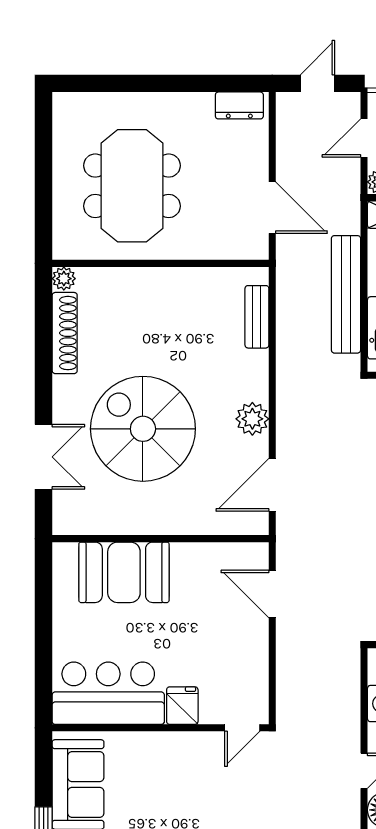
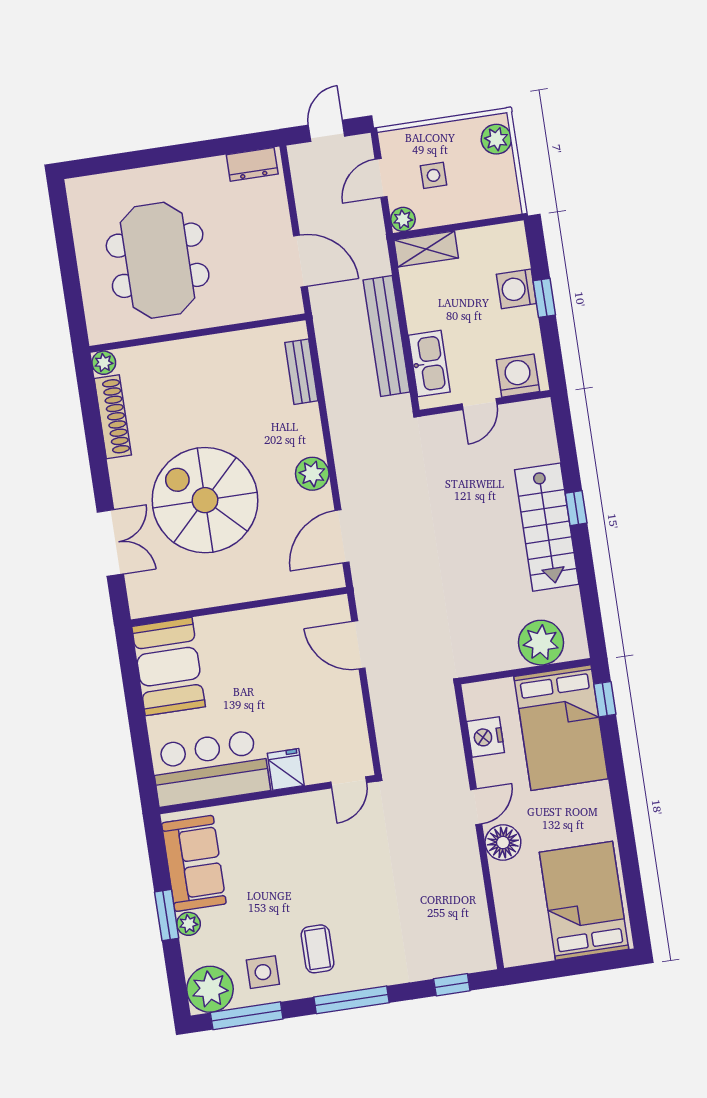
booth: (124, 572) -> (169, 667), moved, turned 90

